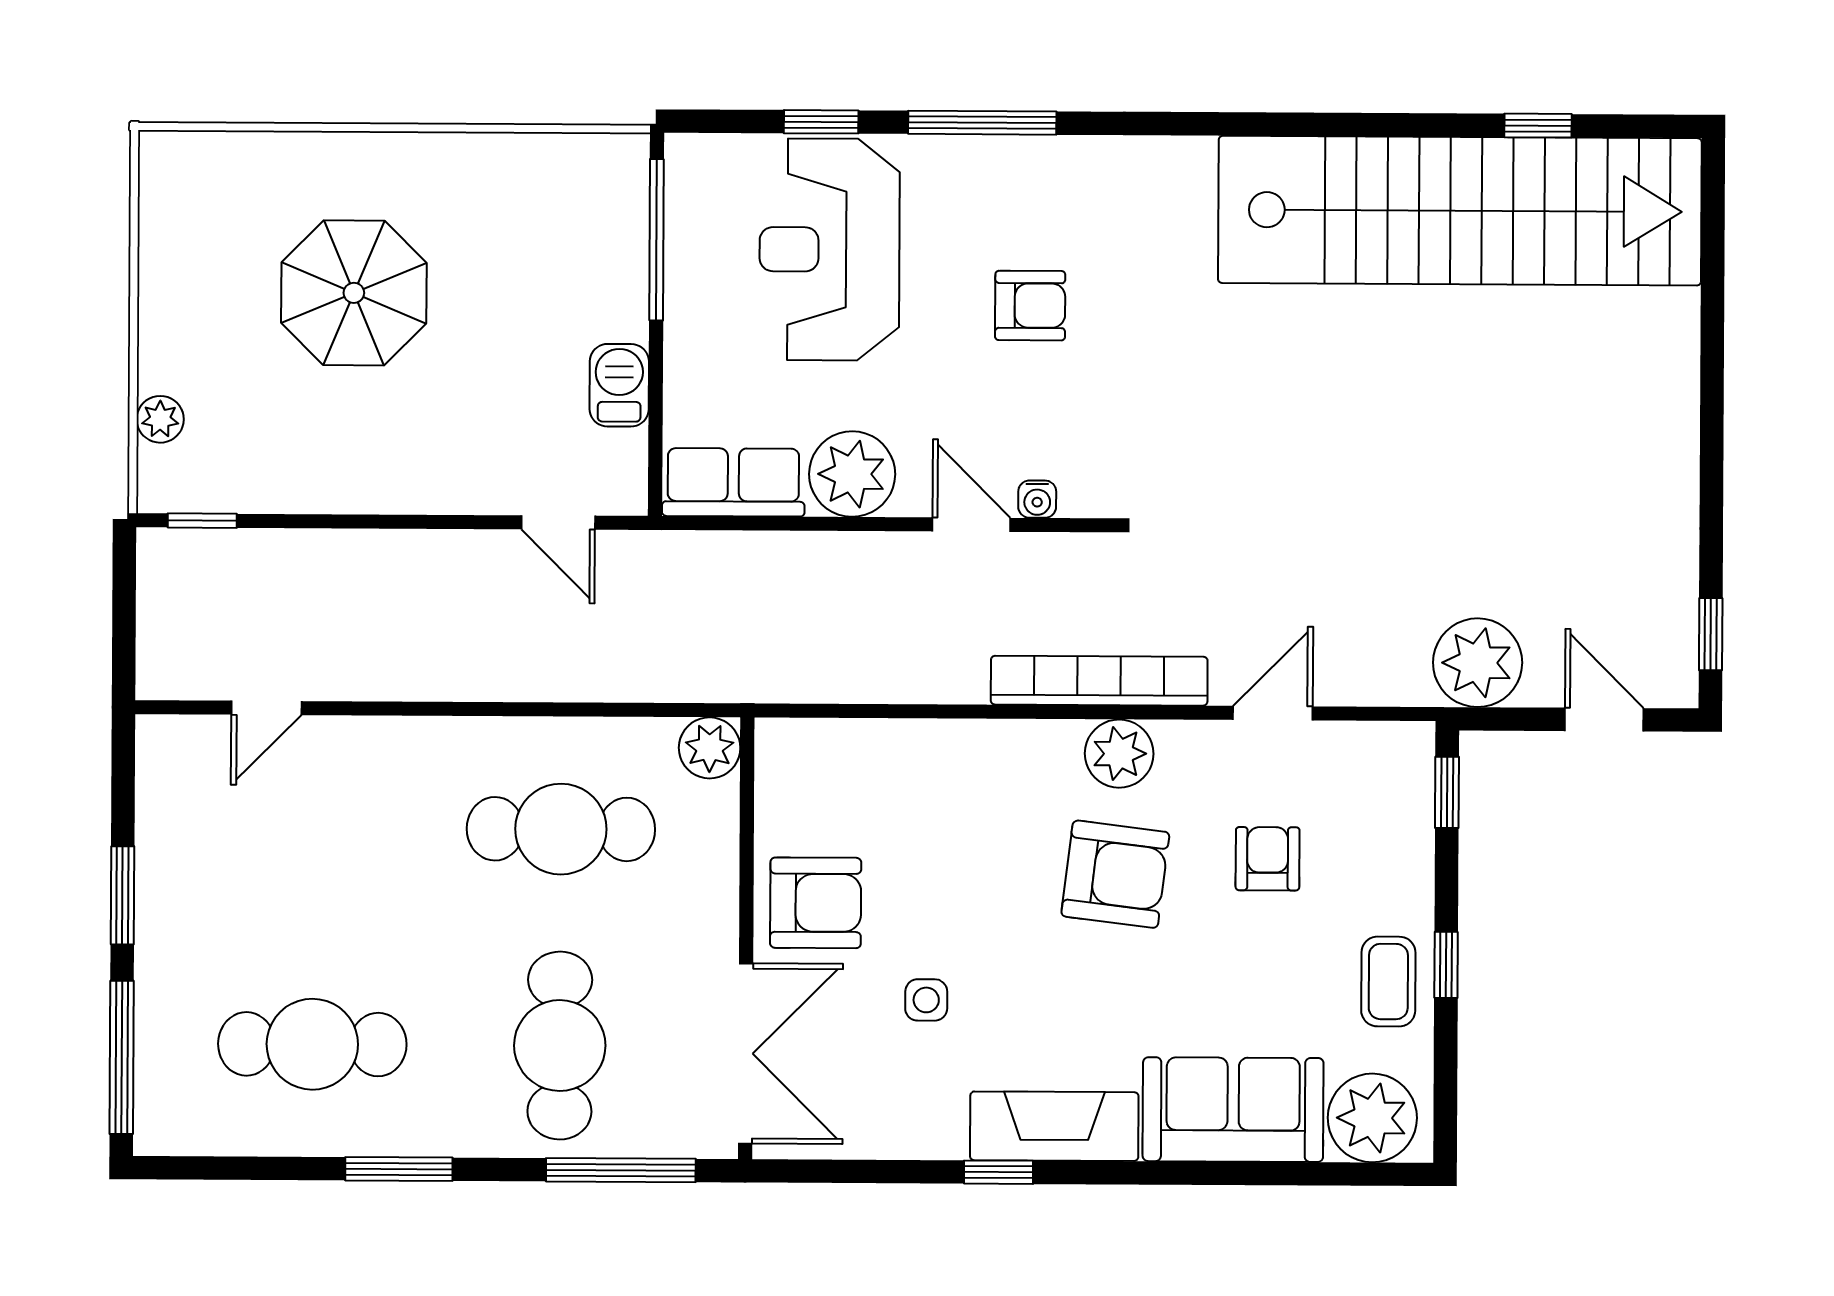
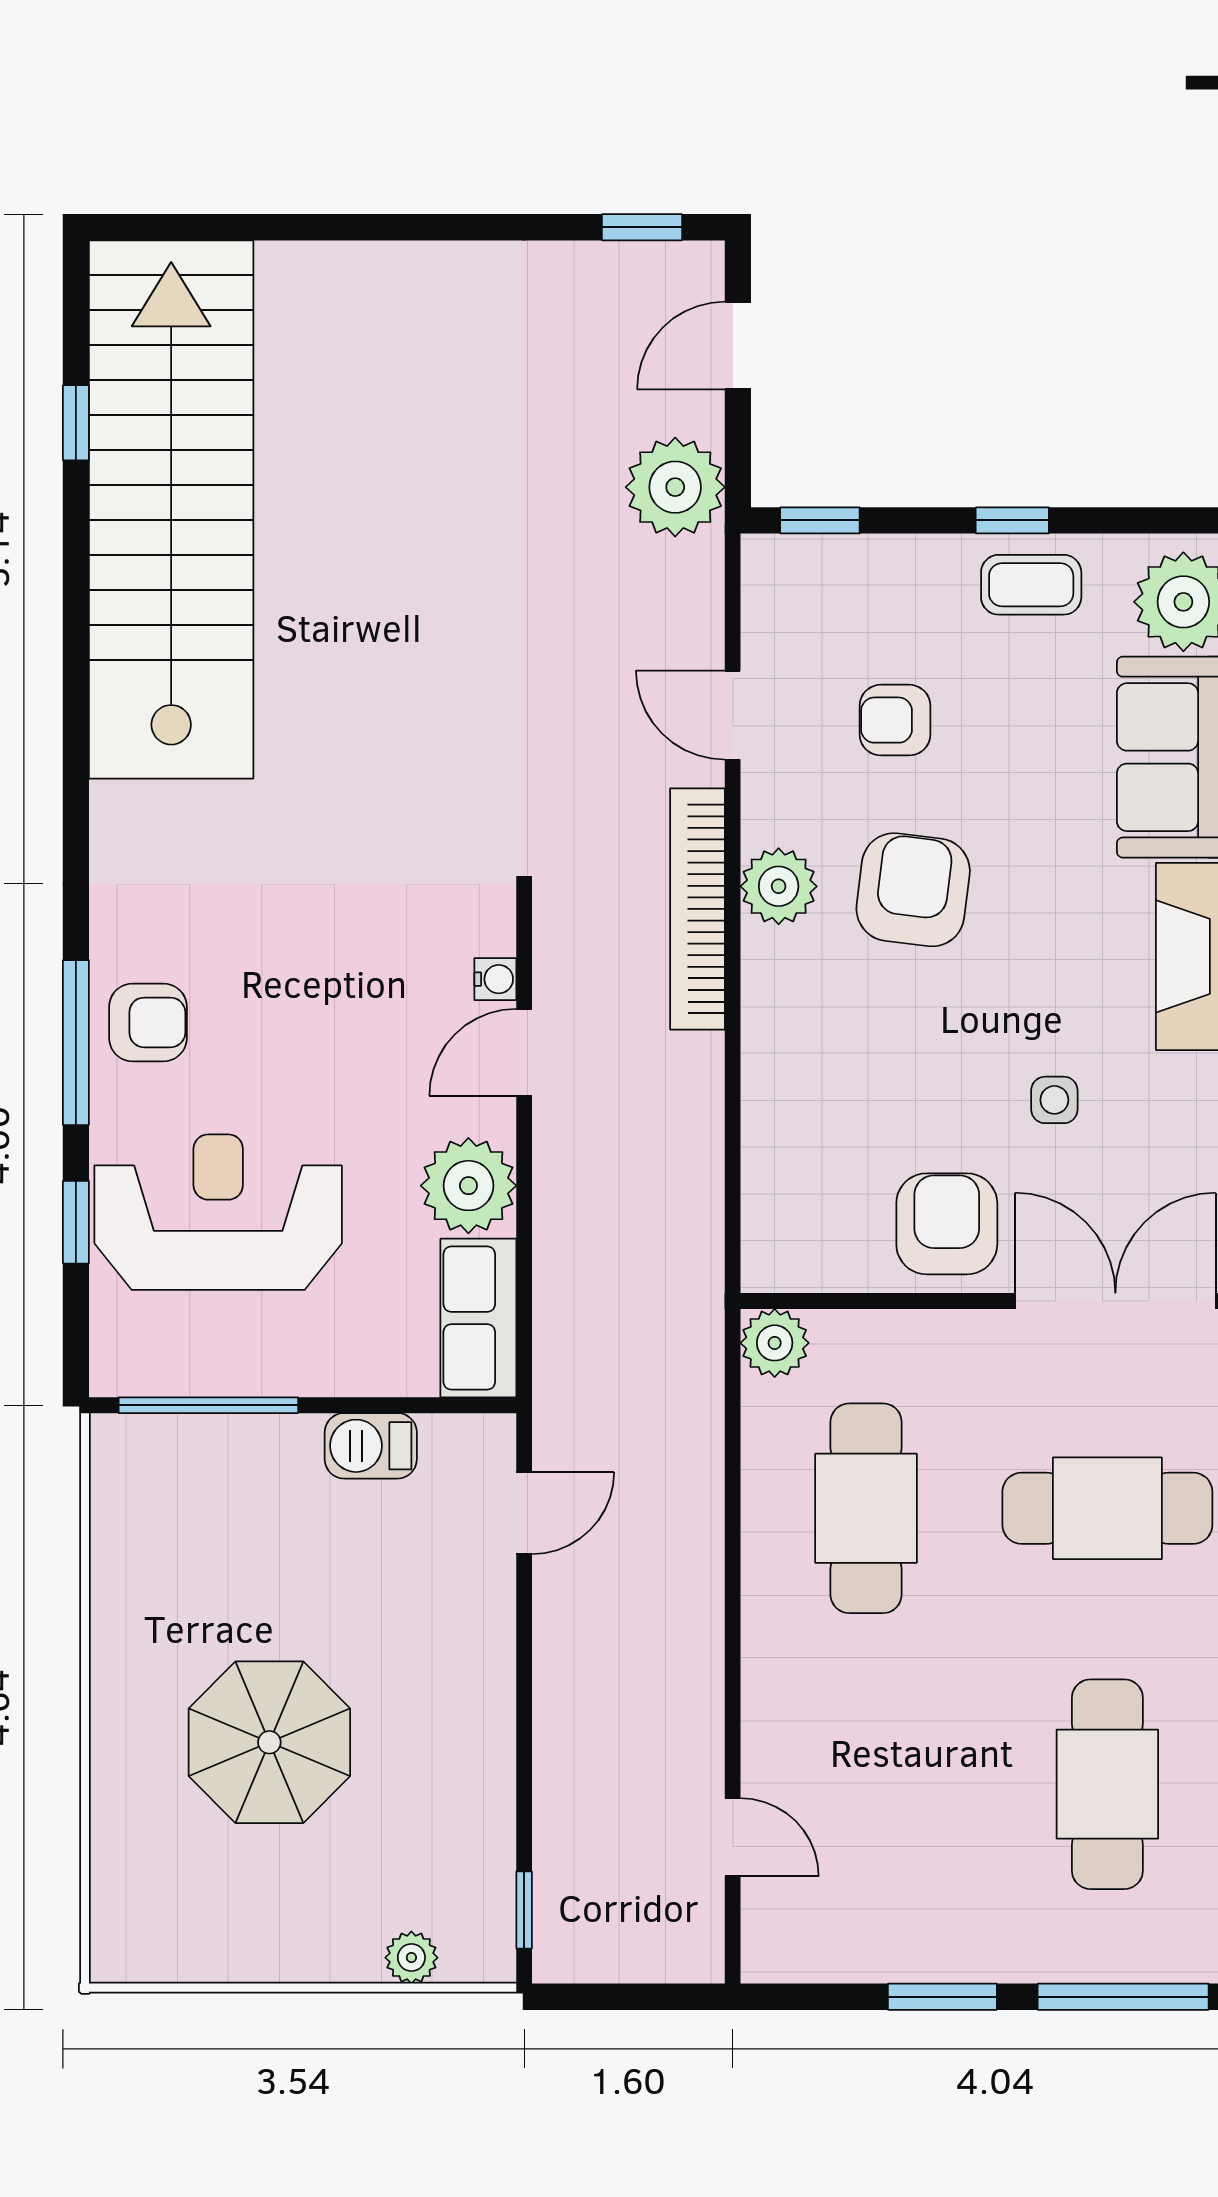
reception desk: (830, 249) -> (218, 1212), turned 180
armchair: (1030, 306) -> (148, 1022), moved, turned 90

